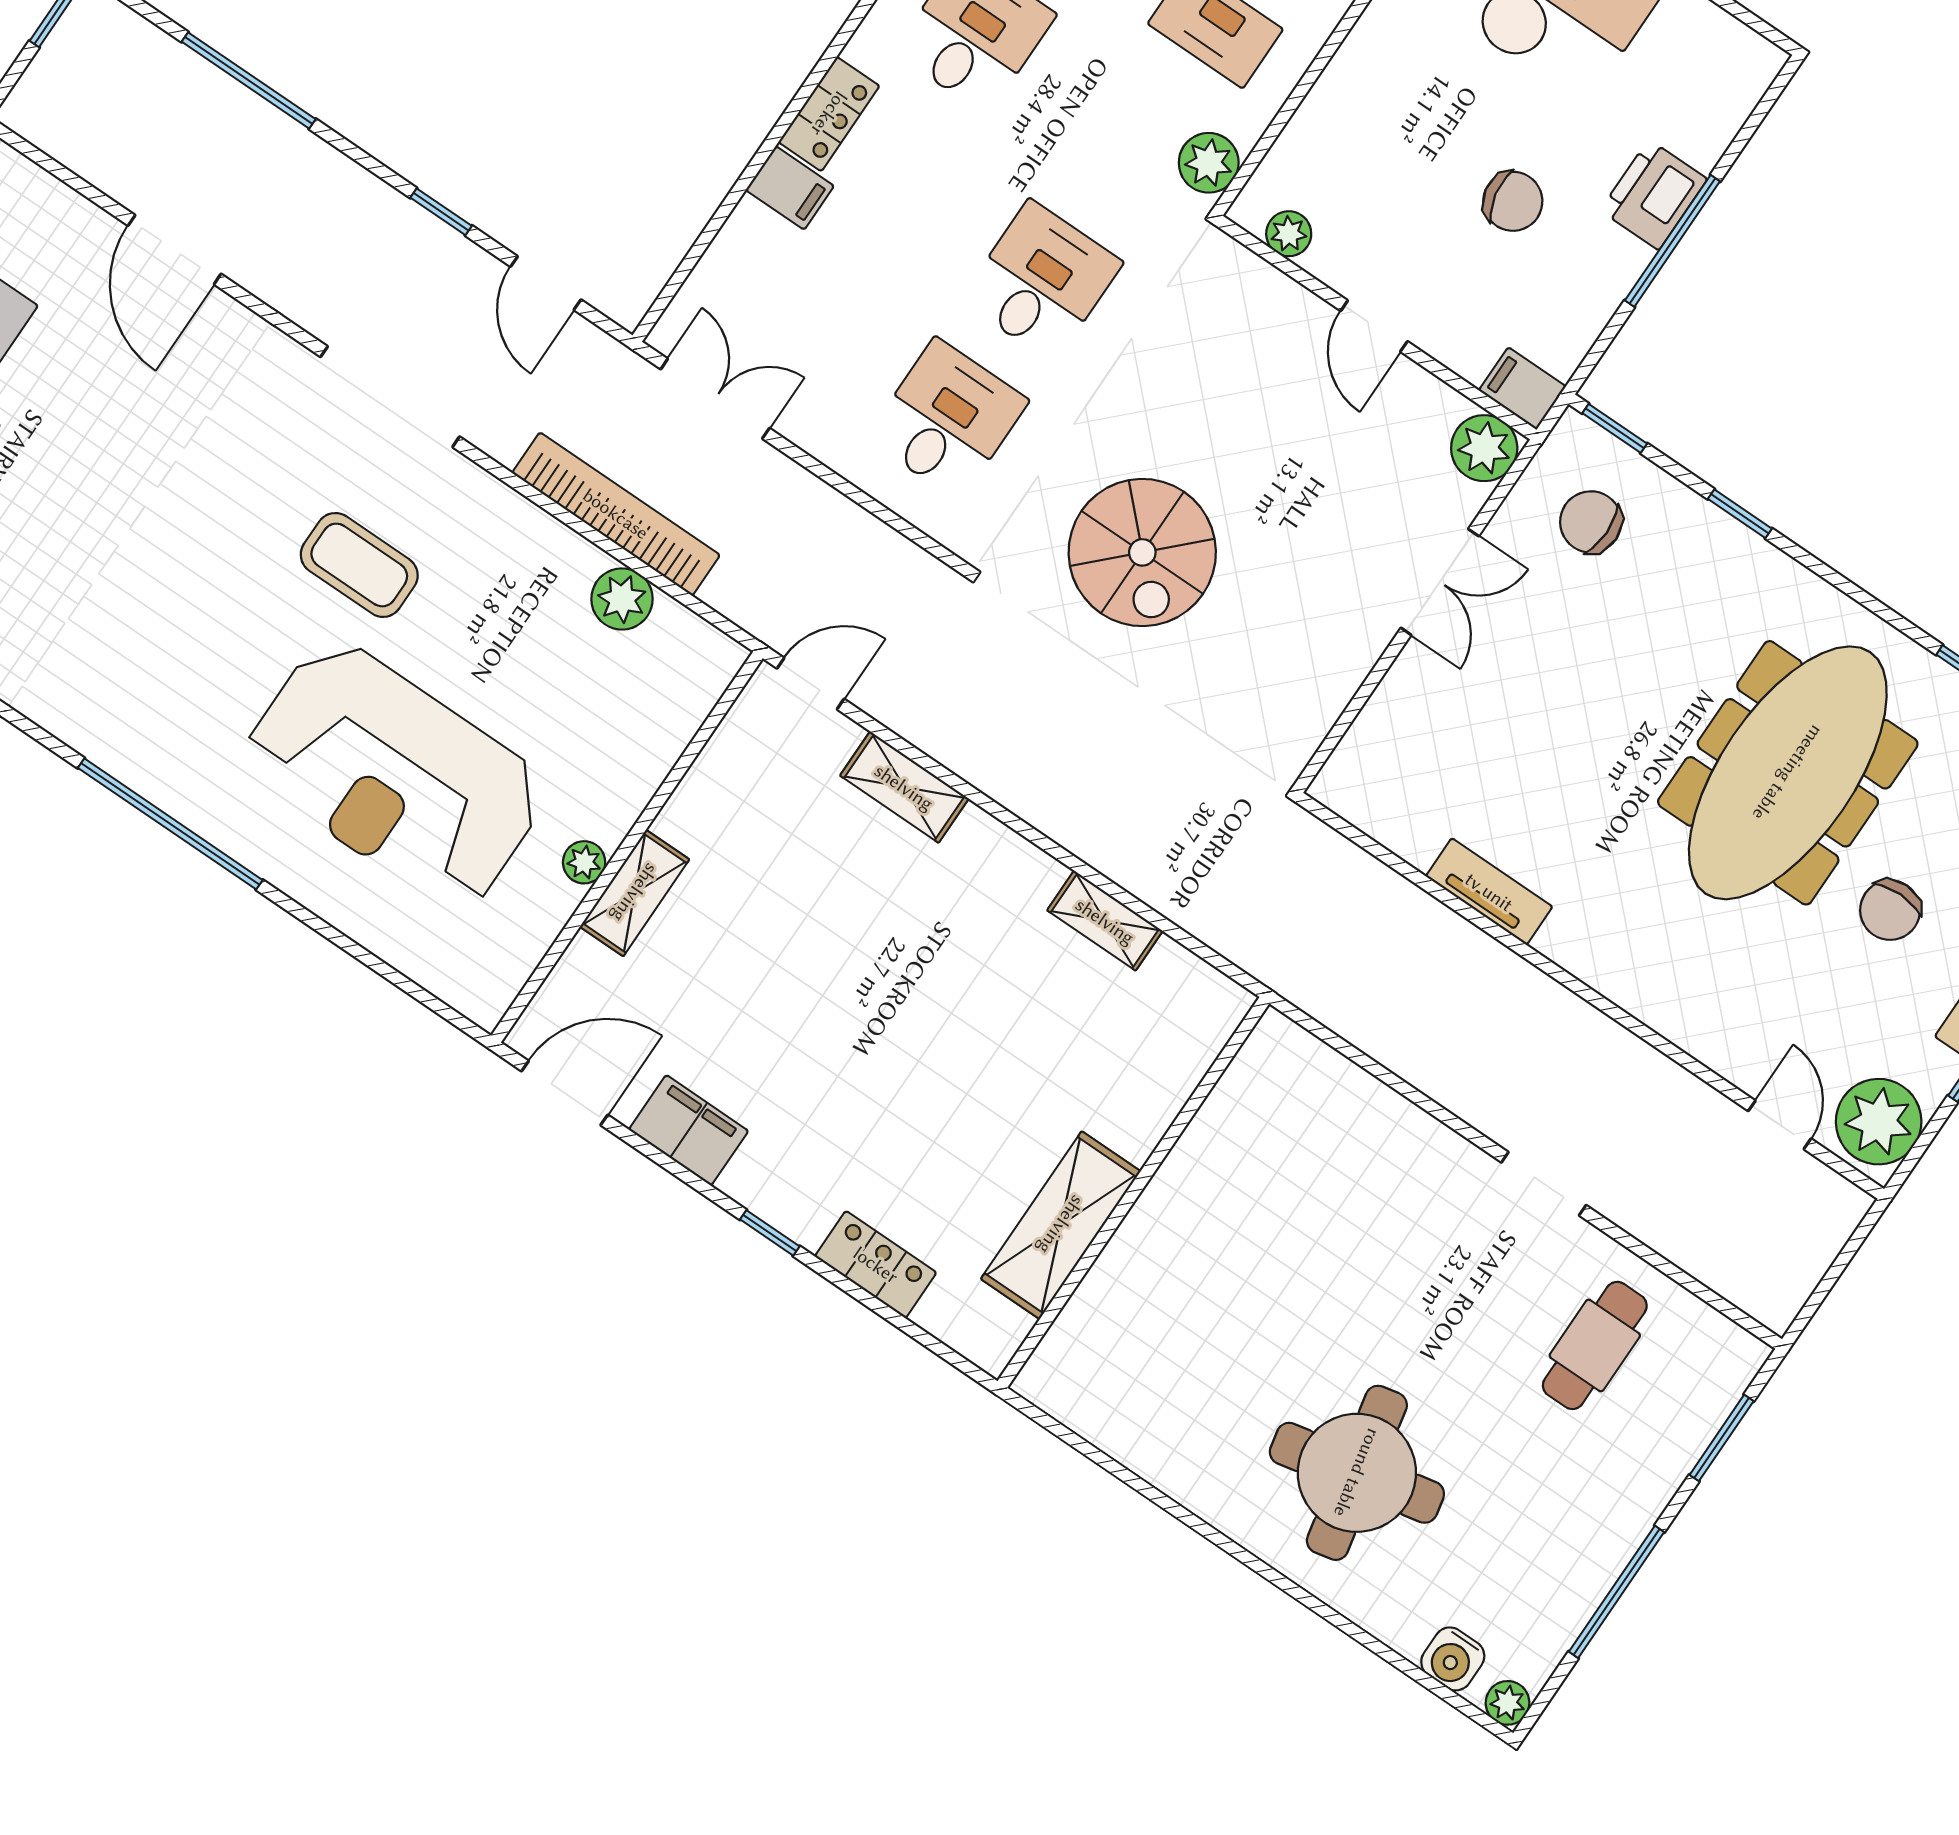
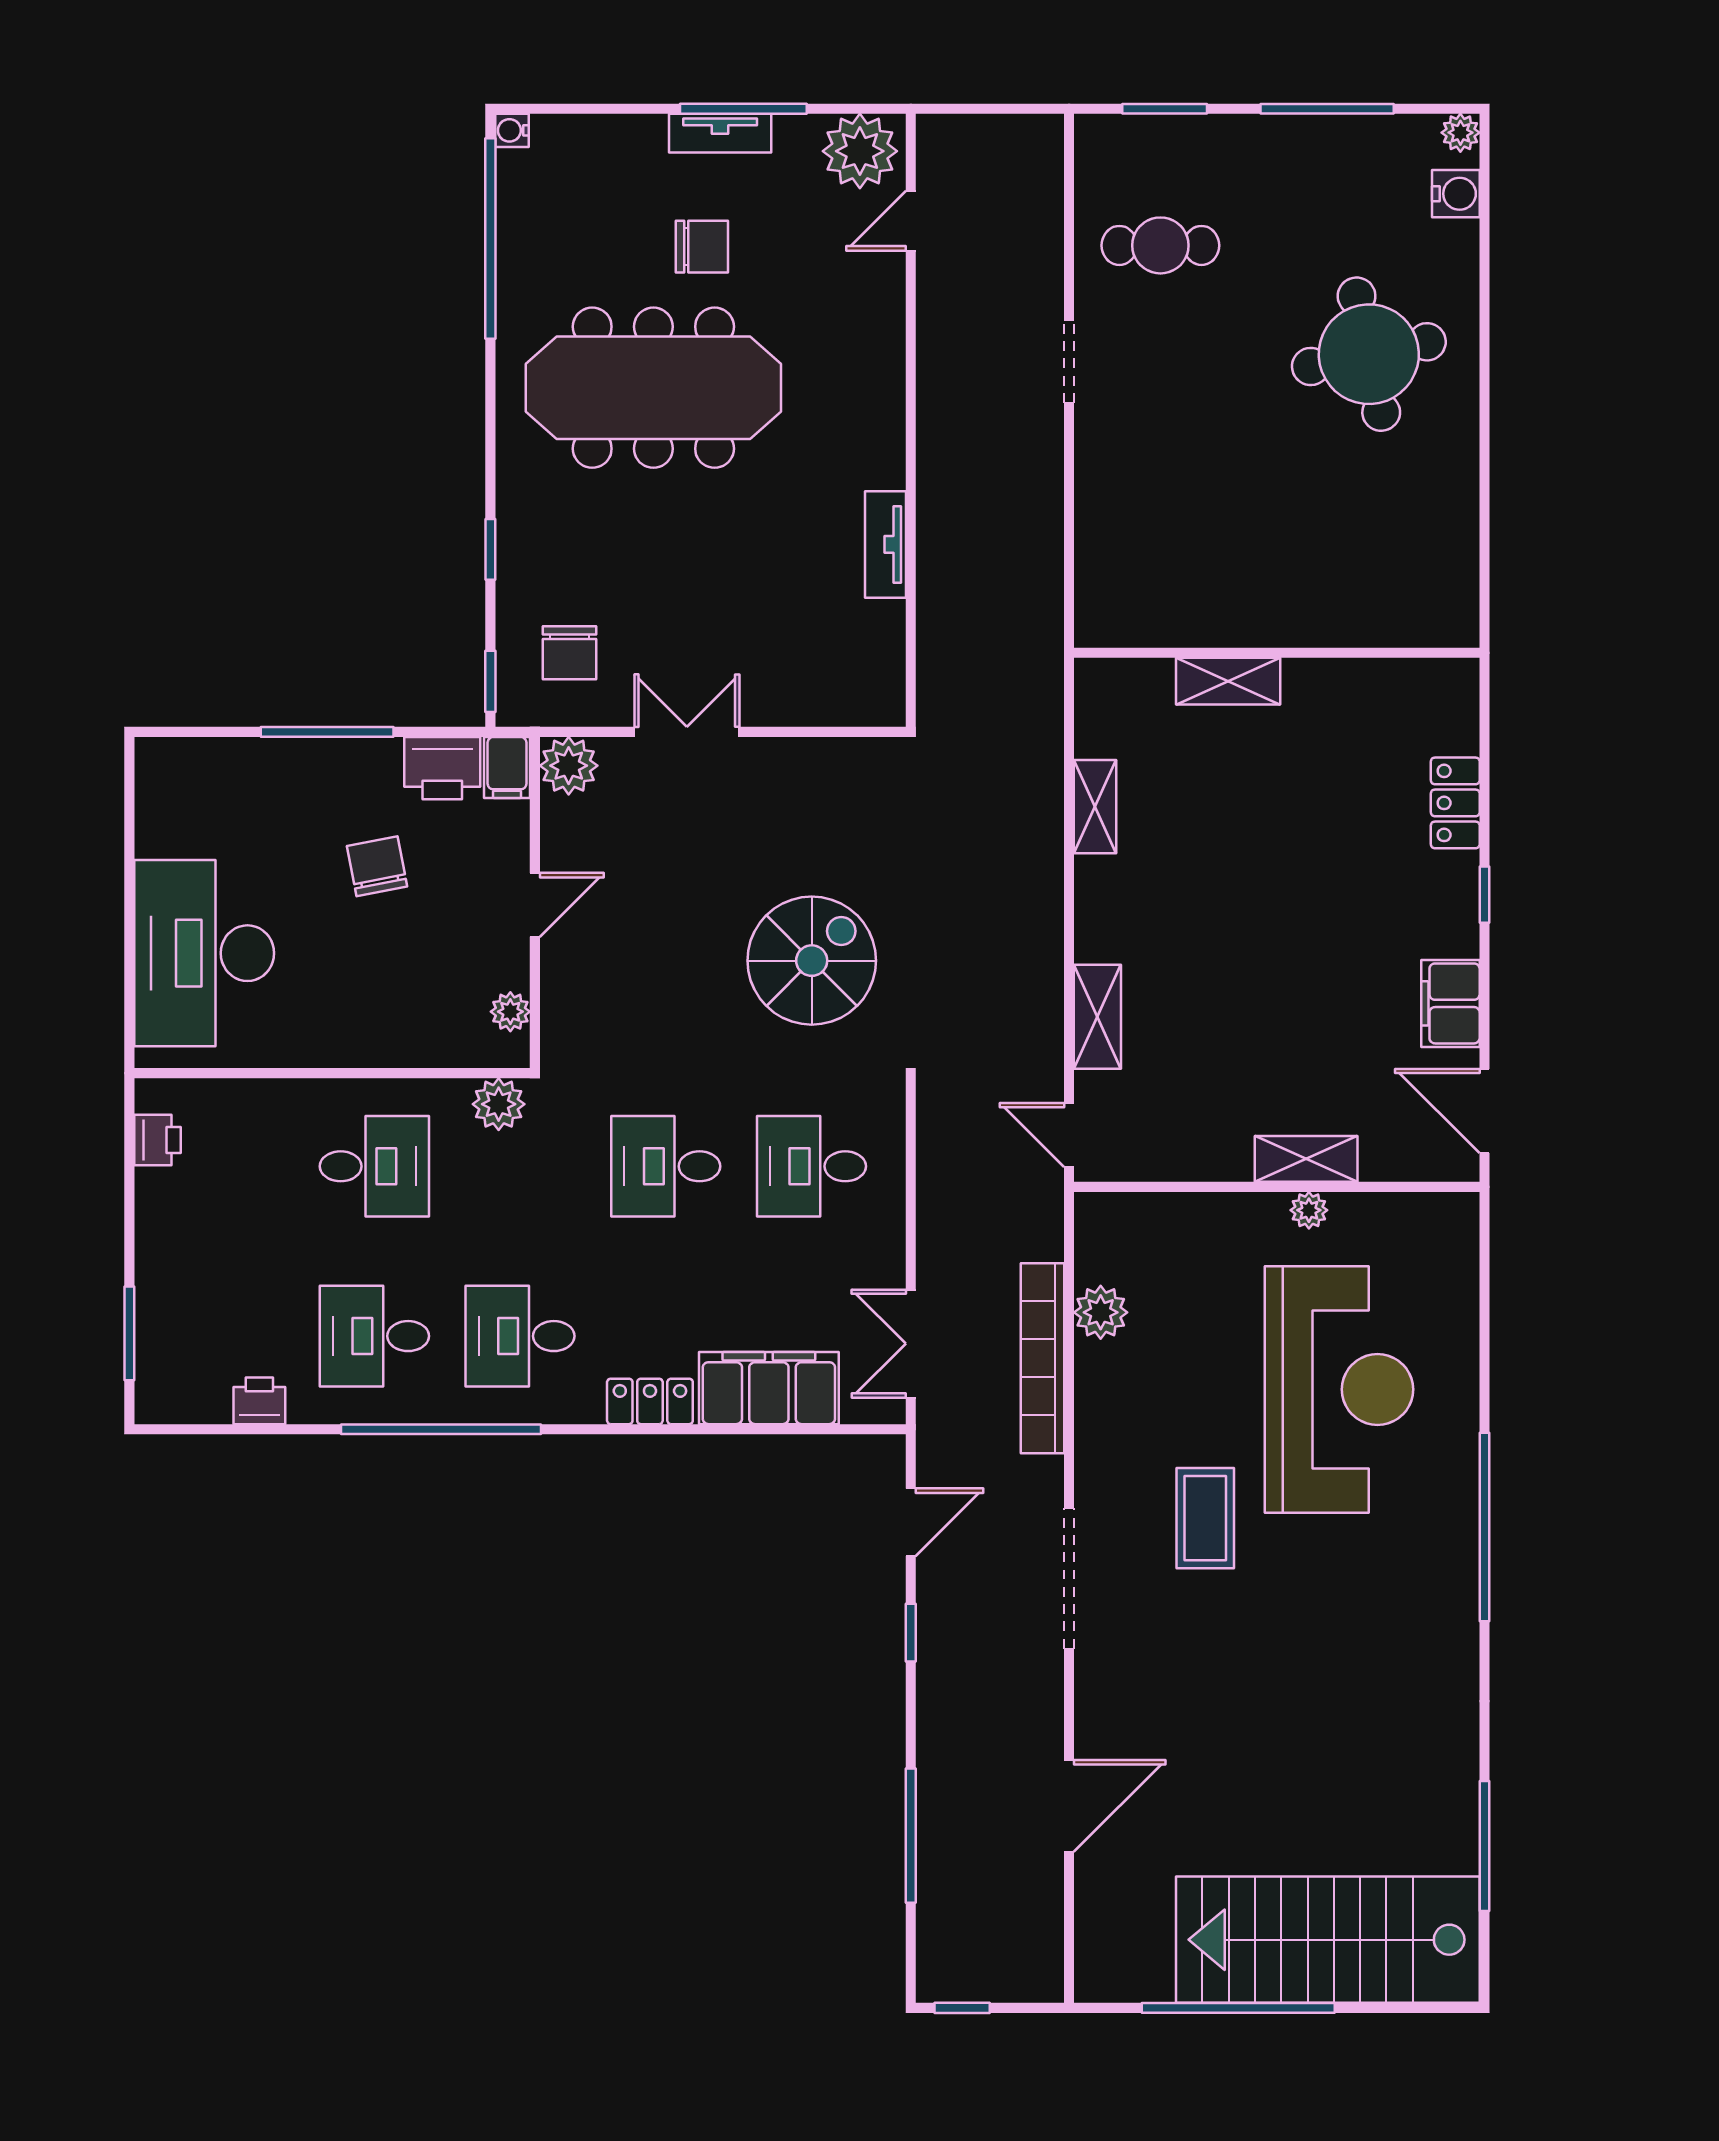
filing cabinet: (790, 188) -> (769, 1388), width x3.00, depth x1.17
printer: (1654, 195) -> (442, 768), moved
shelving: (1061, 1225) -> (1228, 681), moved, width x0.67, depth x0.75

